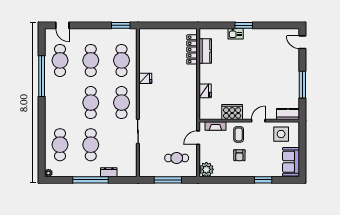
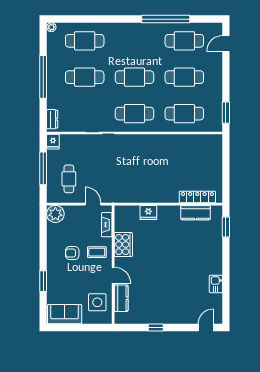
window: (244, 25) -> (226, 227), moved
kitchen sink: (236, 34) -> (216, 284), moved
fridge: (145, 78) -> (53, 142), moved
window: (302, 85) -> (156, 328), width x0.46
kitchen counter: (288, 114) -> (121, 298), moved
dresser: (109, 172) -> (52, 119), moved

